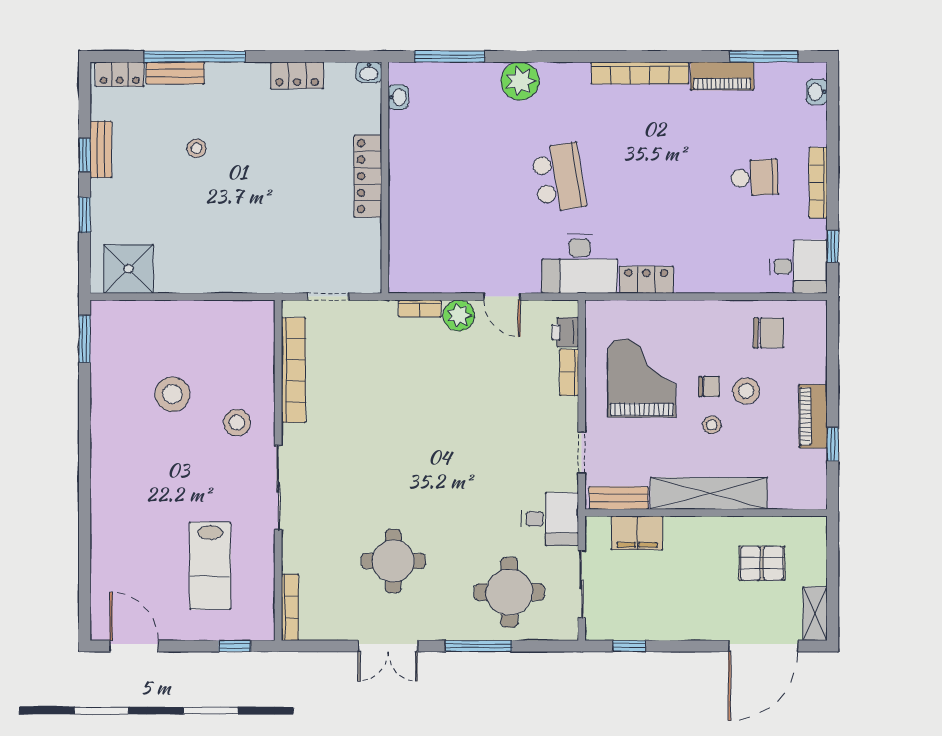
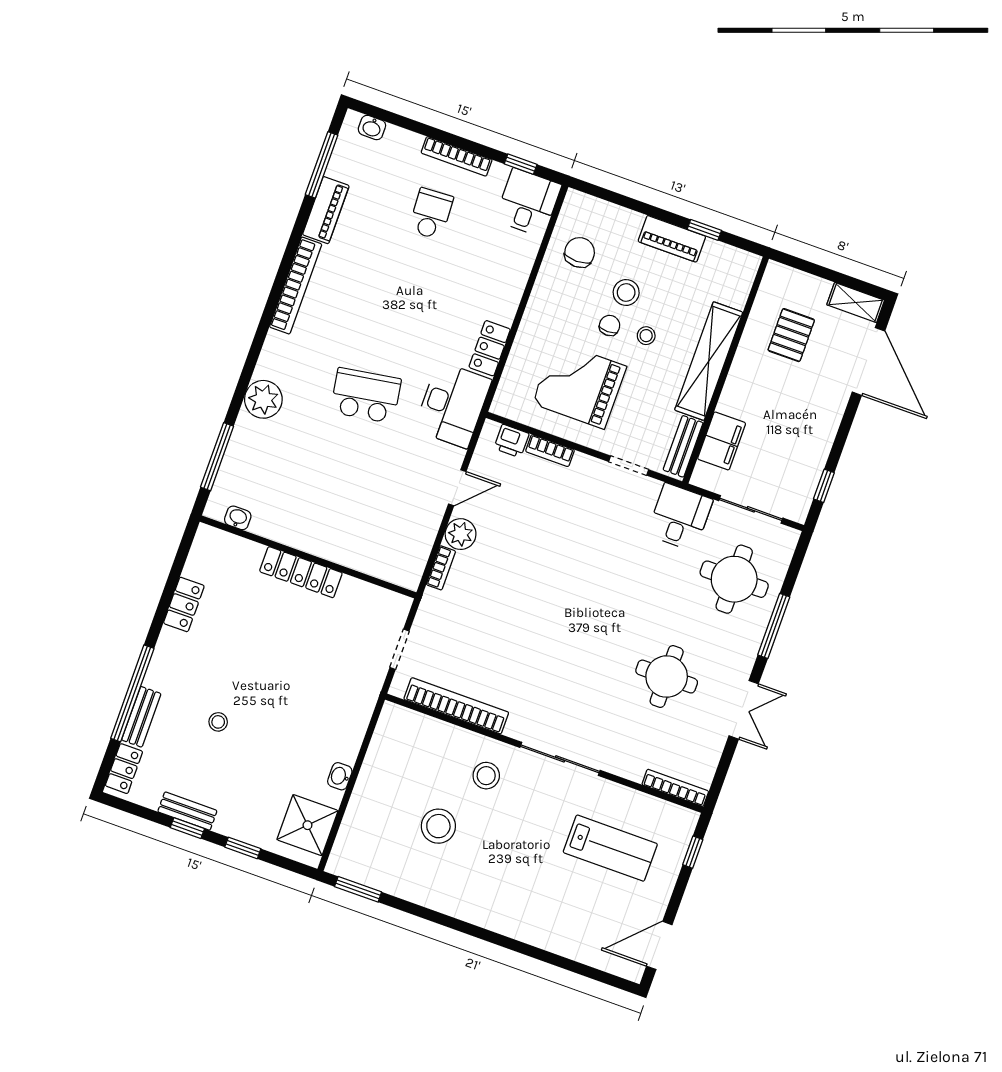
washbasin: (369, 72) -> (340, 776), moved, turned 180

